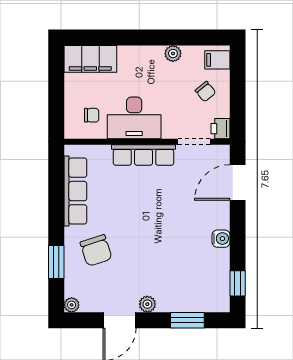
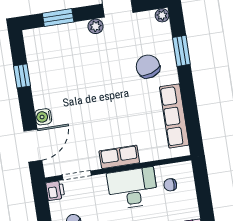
row of seats: (143, 155) -> (119, 157), width x0.68
water cooler: (221, 239) -> (43, 117), moved
window: (238, 283) -> (22, 76), moved

